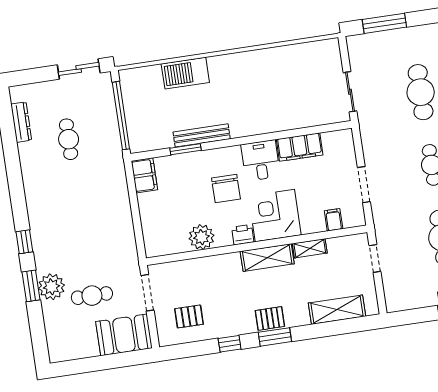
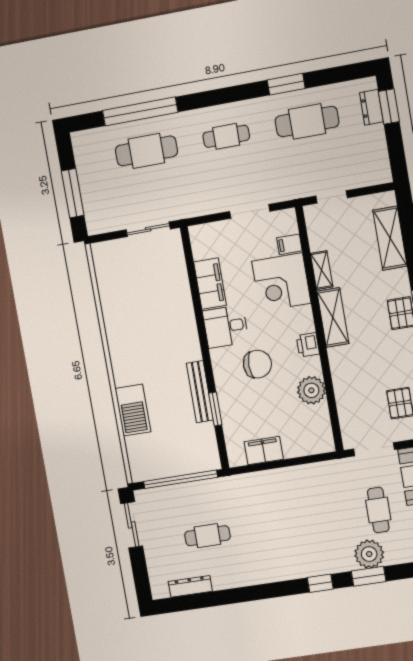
filing cabinet: (144, 175) -> (264, 451), moved
corner desk: (275, 216) -> (281, 282), moved

